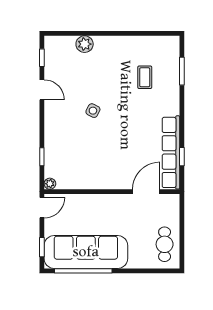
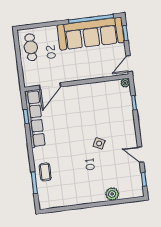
coffee table: (145, 77) -> (45, 172), moved

